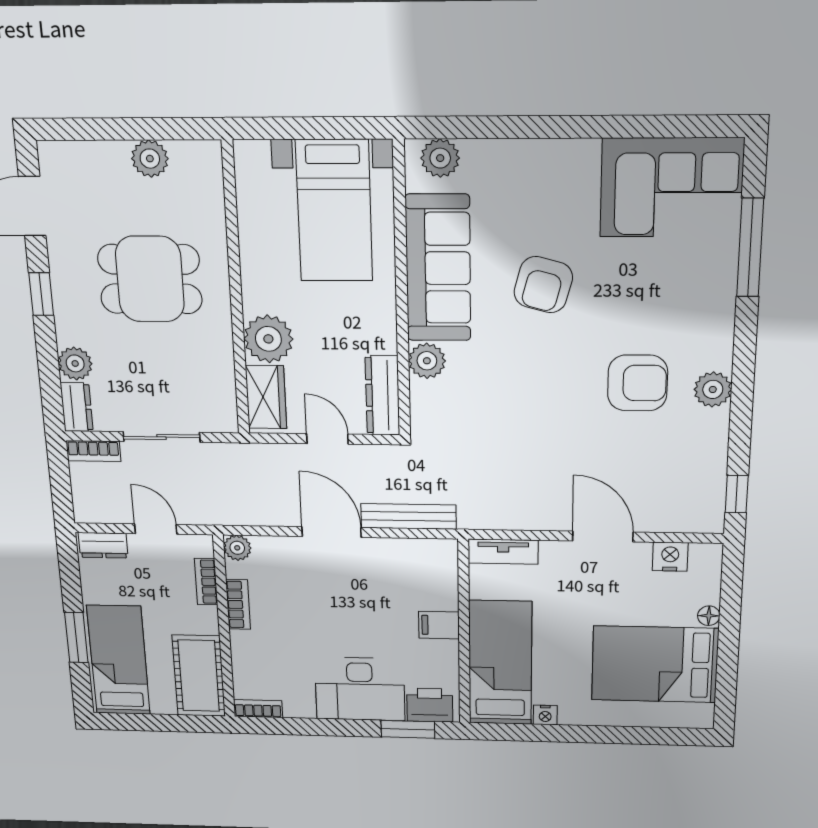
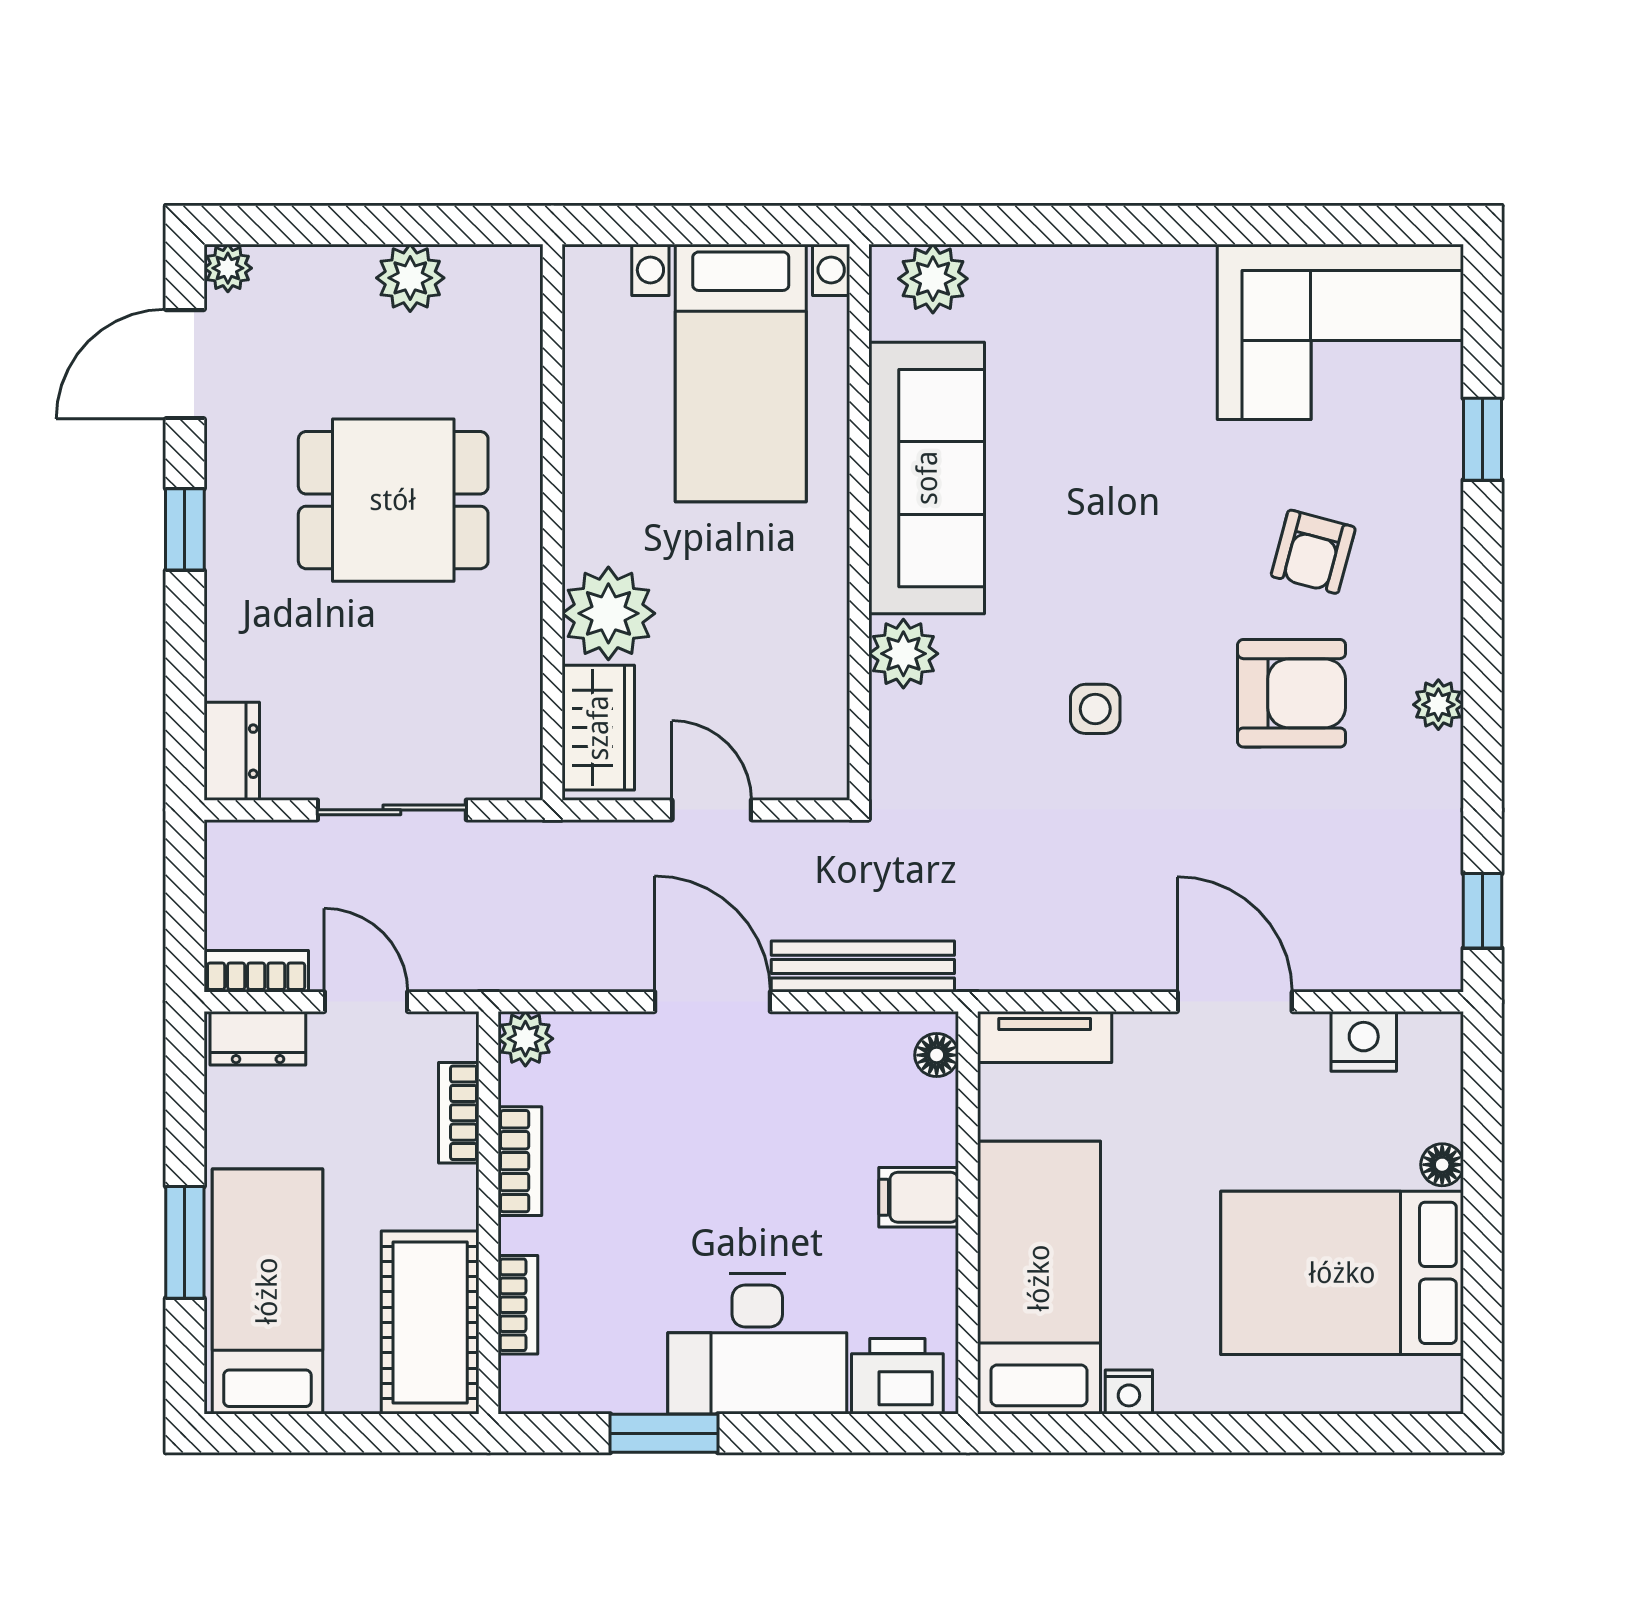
window: (750, 248) -> (1483, 439), width x0.46
armchair: (543, 285) -> (1313, 552), moved, width x0.72, depth x0.72
plant: (75, 363) -> (228, 268), moved, width x0.73, depth x0.73
plant: (713, 389) -> (1438, 705), width x0.73, depth x0.73
side table: (531, 390) -> (1095, 709), added
dresser: (382, 395) -> (819, 722), removed
bookcase: (93, 451) -> (256, 971), moved, turned 180
floor lamp: (447, 559) -> (937, 1055), added
bookcase: (258, 709) -> (518, 1305), moved, turned 90
window: (408, 729) -> (664, 1433), moved

